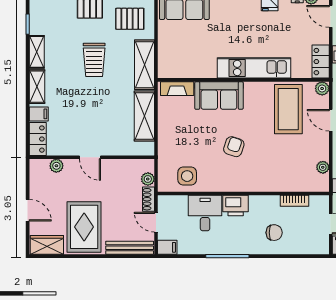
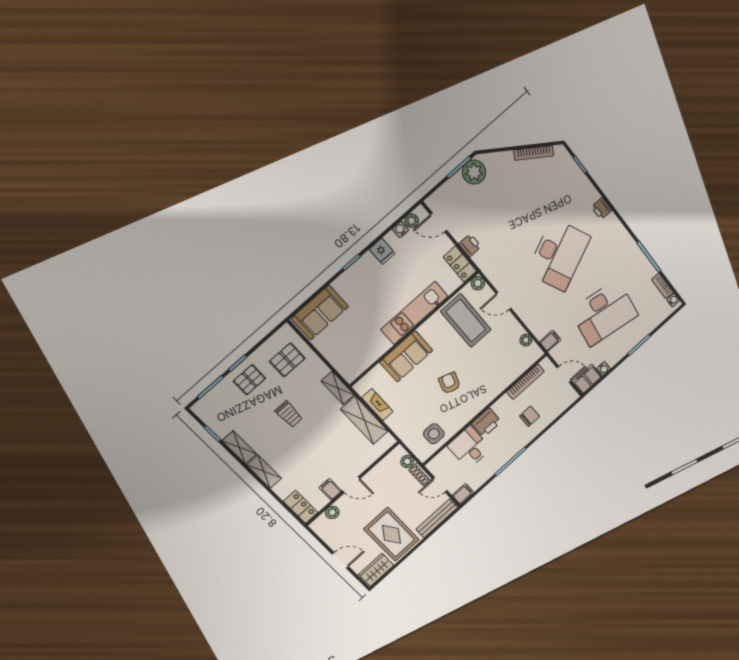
trolley: (94, 60) -> (289, 414), width x0.73, depth x0.72
shelving: (145, 65) -> (338, 388), width x0.67, depth x0.75
fireplace: (177, 89) -> (377, 405), moved, turned -90
filing cabinet: (39, 114) -> (330, 489), moved, turned -90
bookcase: (294, 201) -> (525, 382), width x1.56

